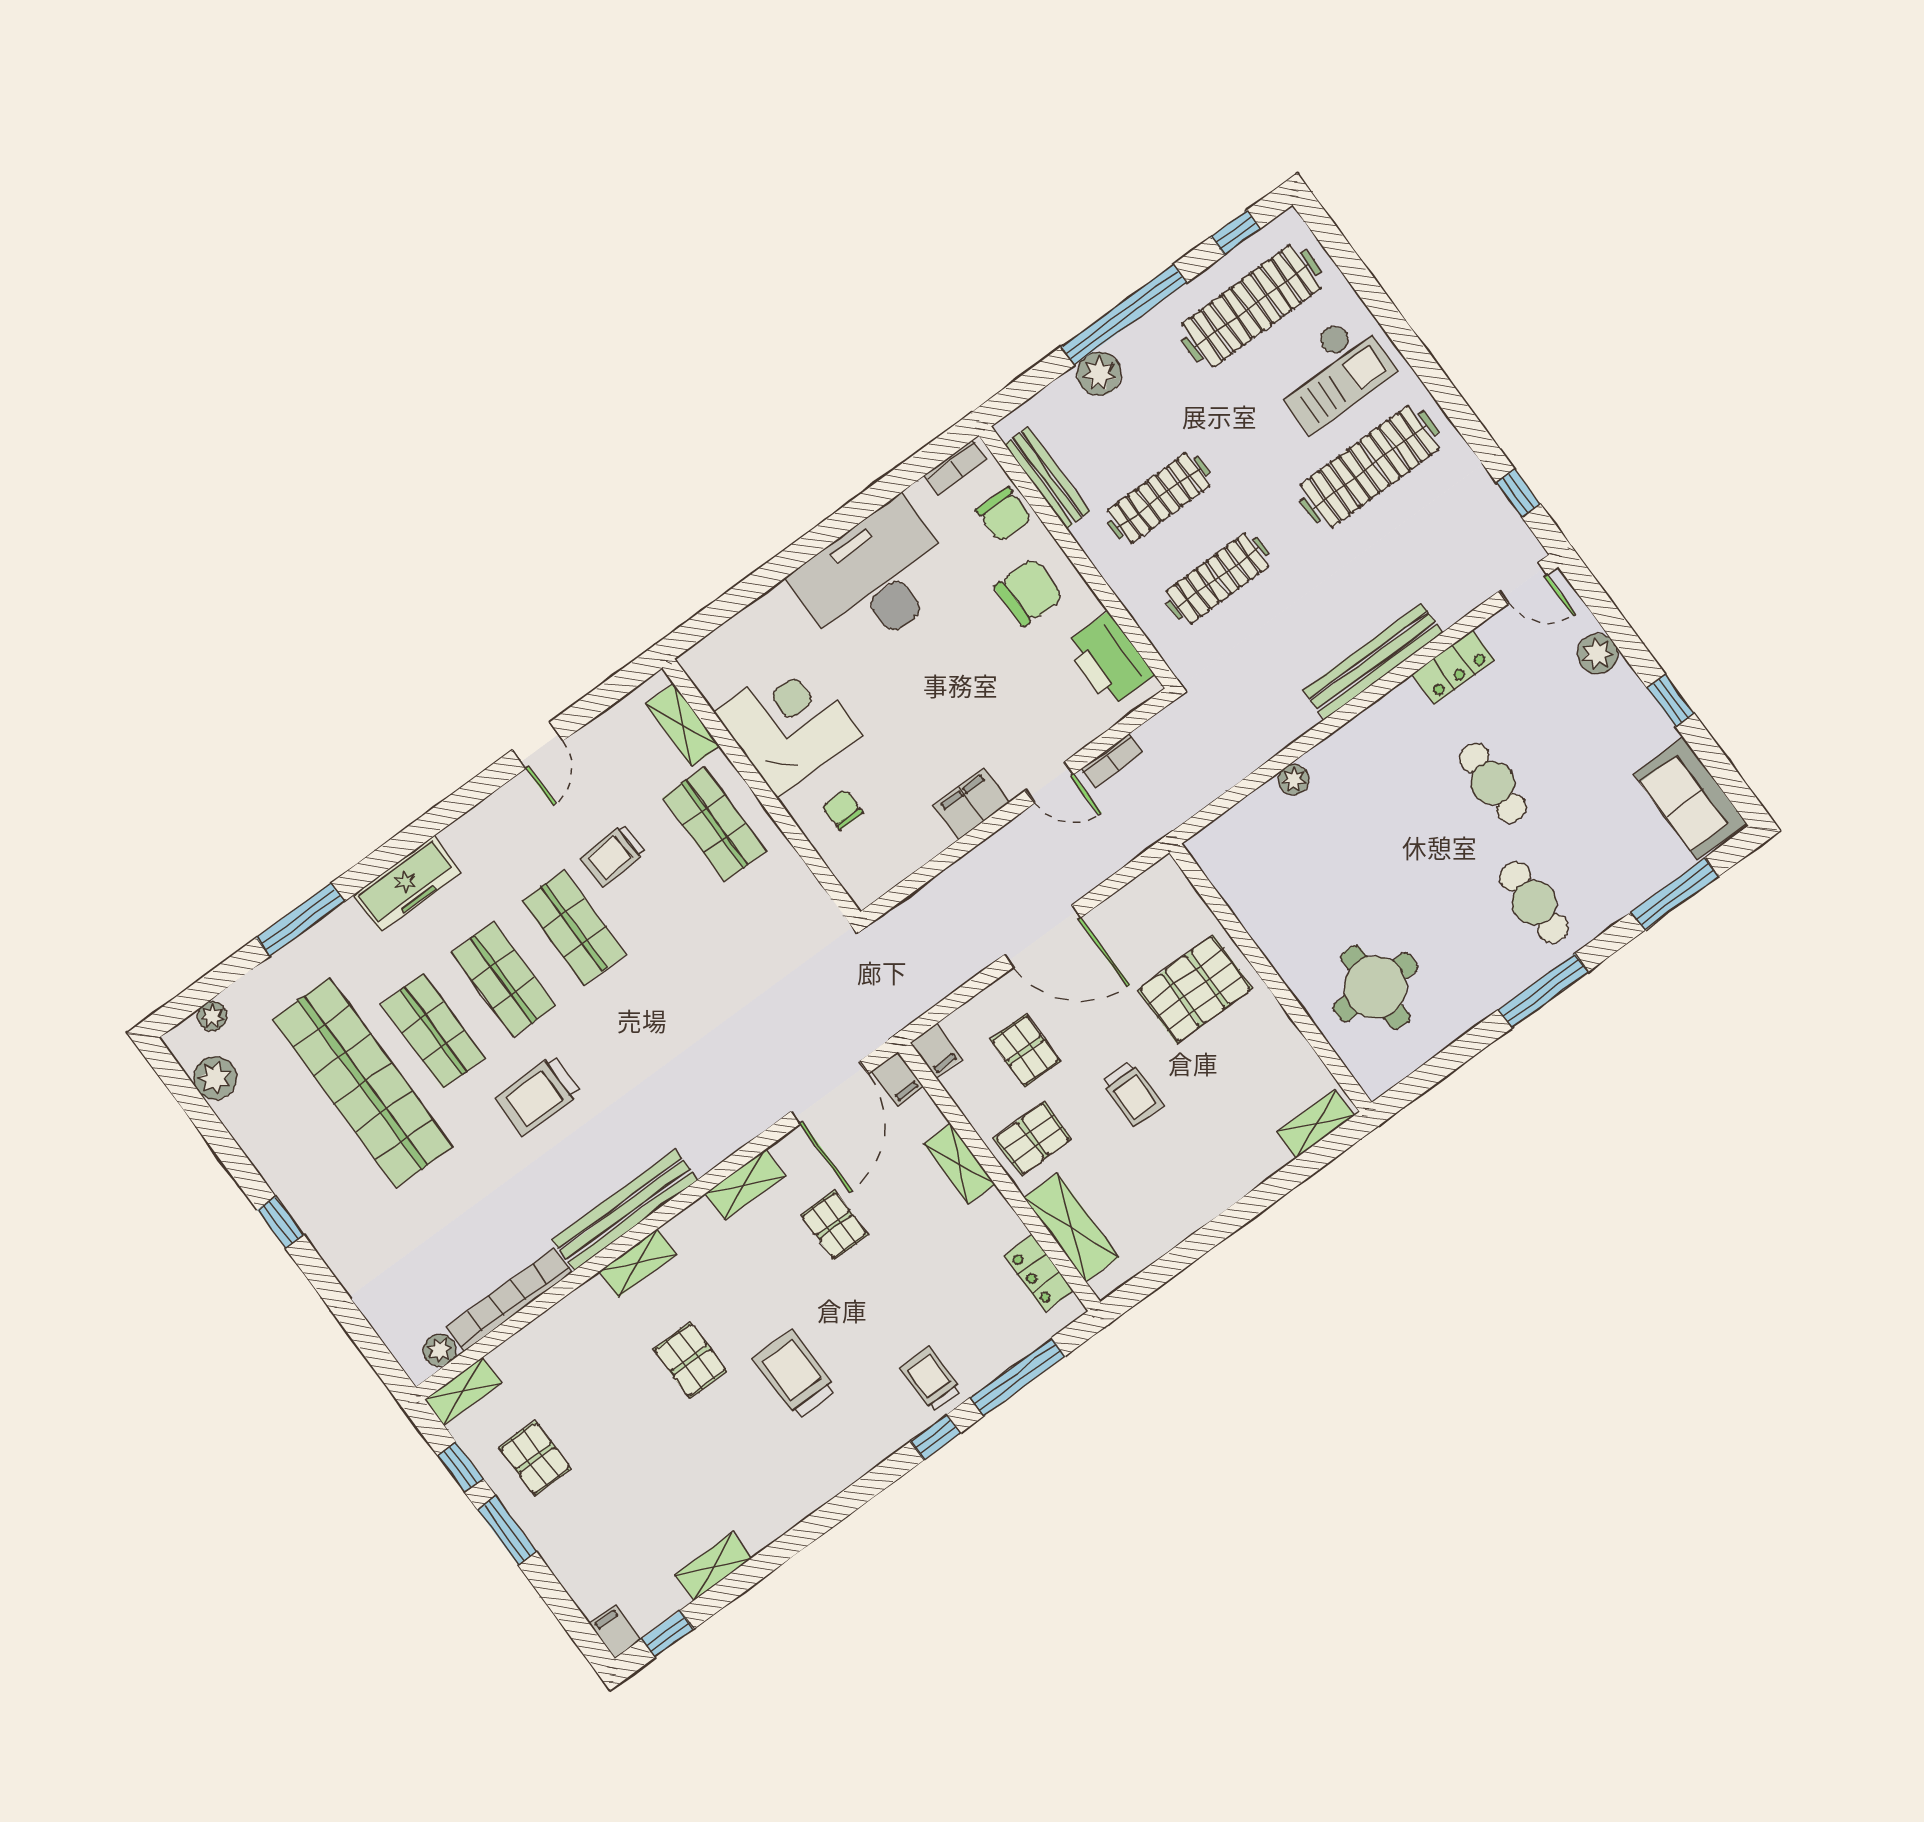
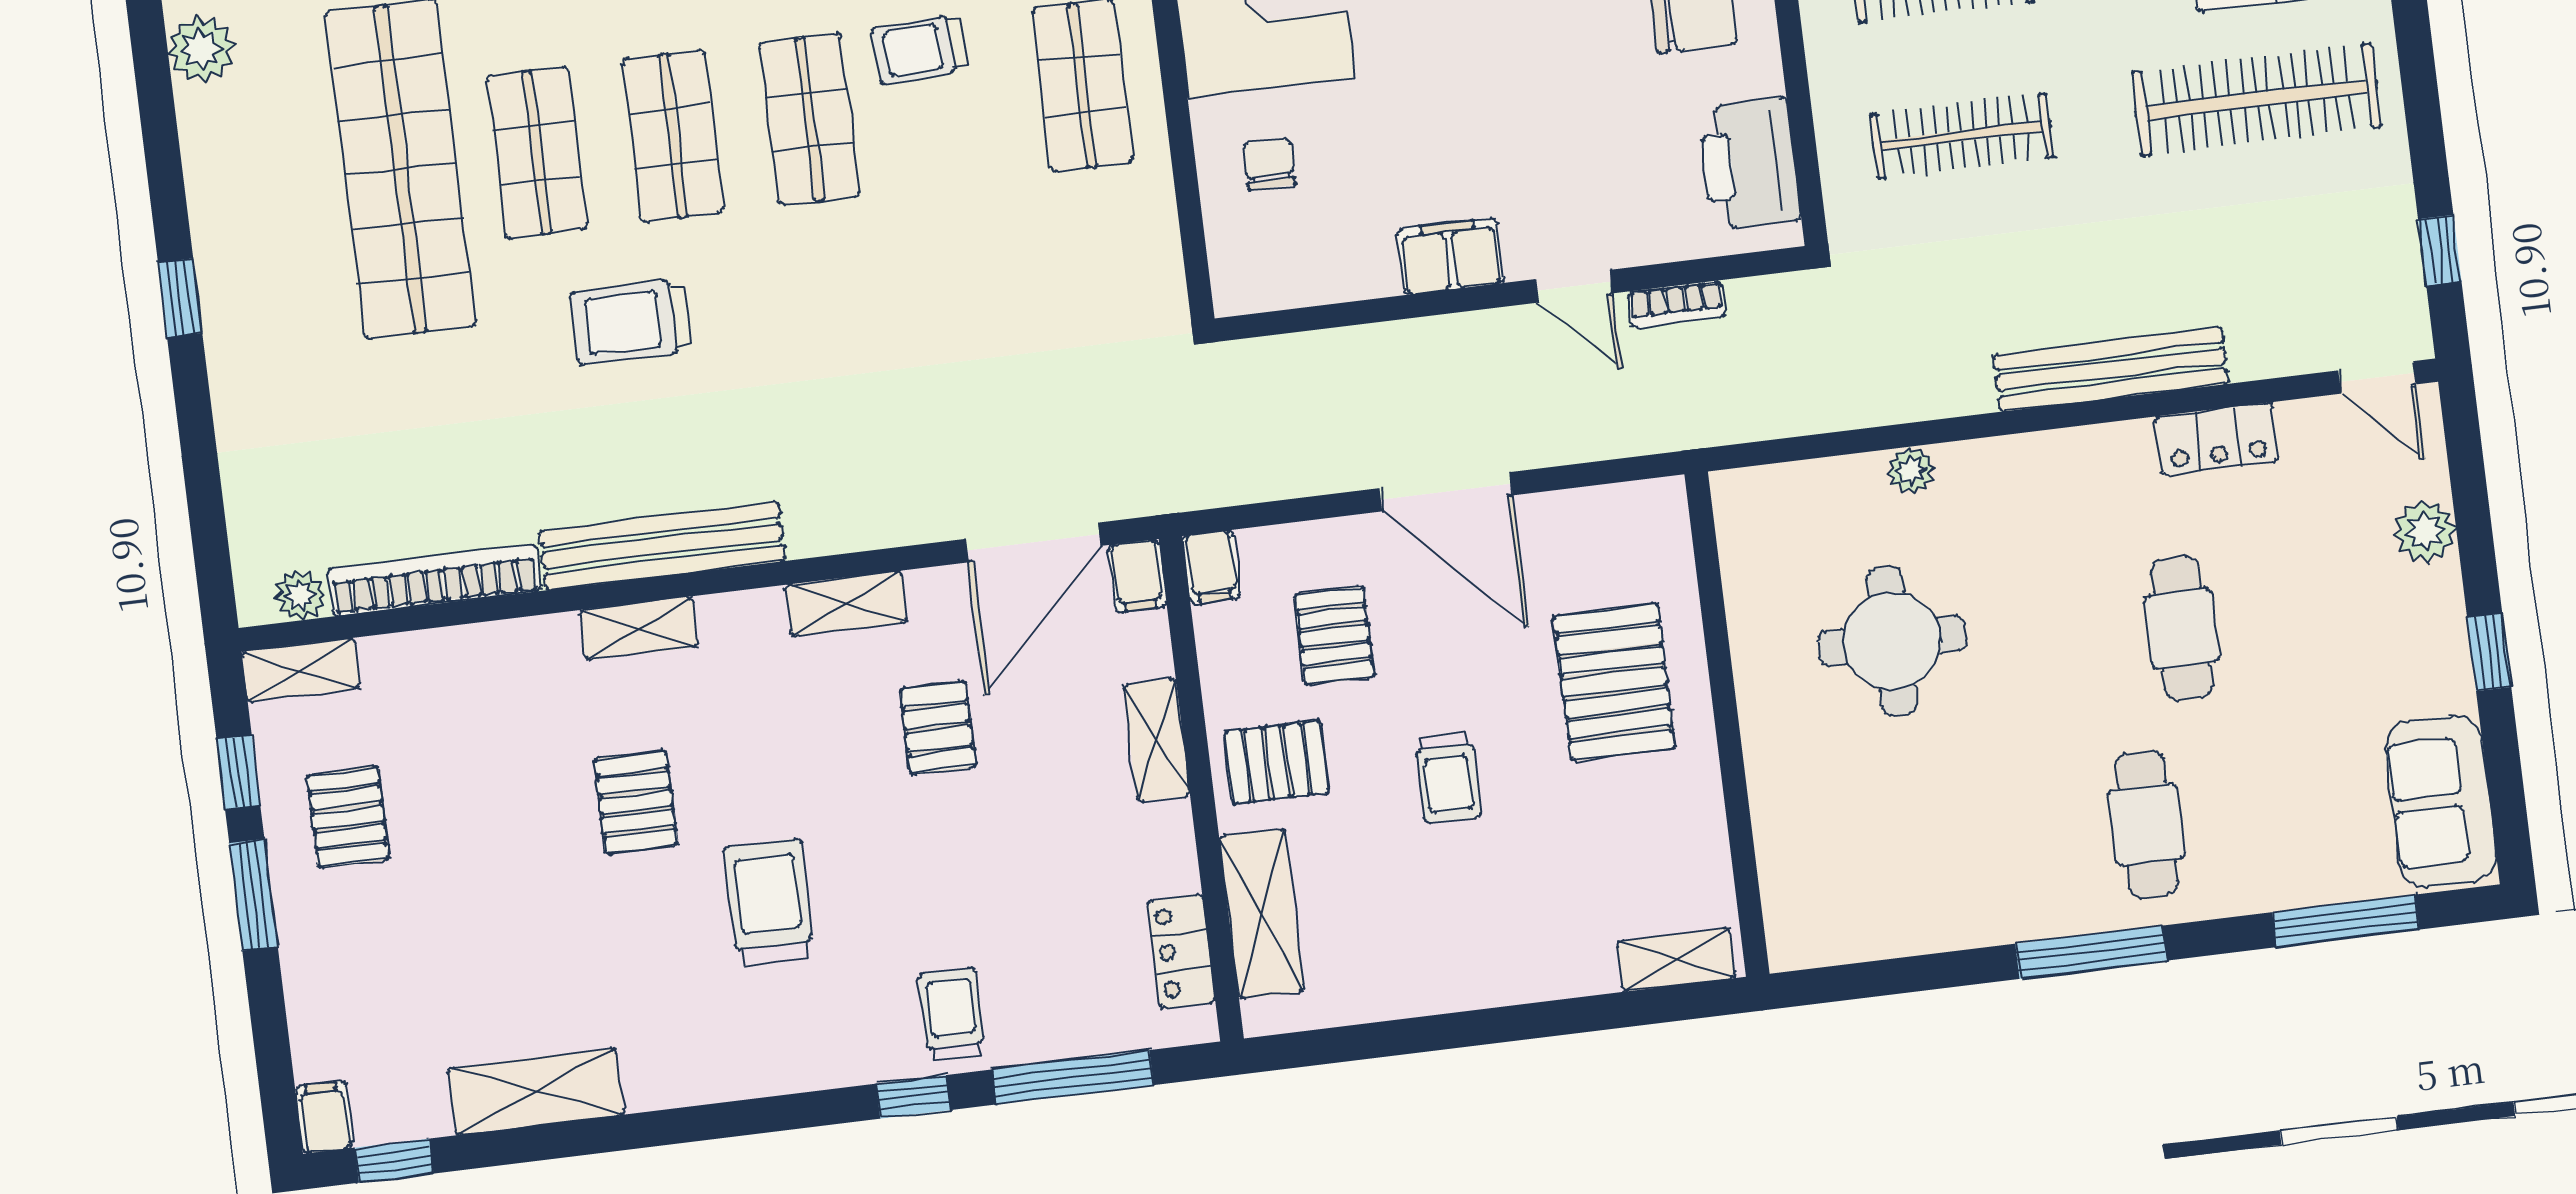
round table: (1375, 987) -> (1892, 641), moved
pallet: (1195, 989) -> (1614, 682), turned 90
shelving: (713, 1567) -> (536, 1091), width x1.50, depth x1.33

